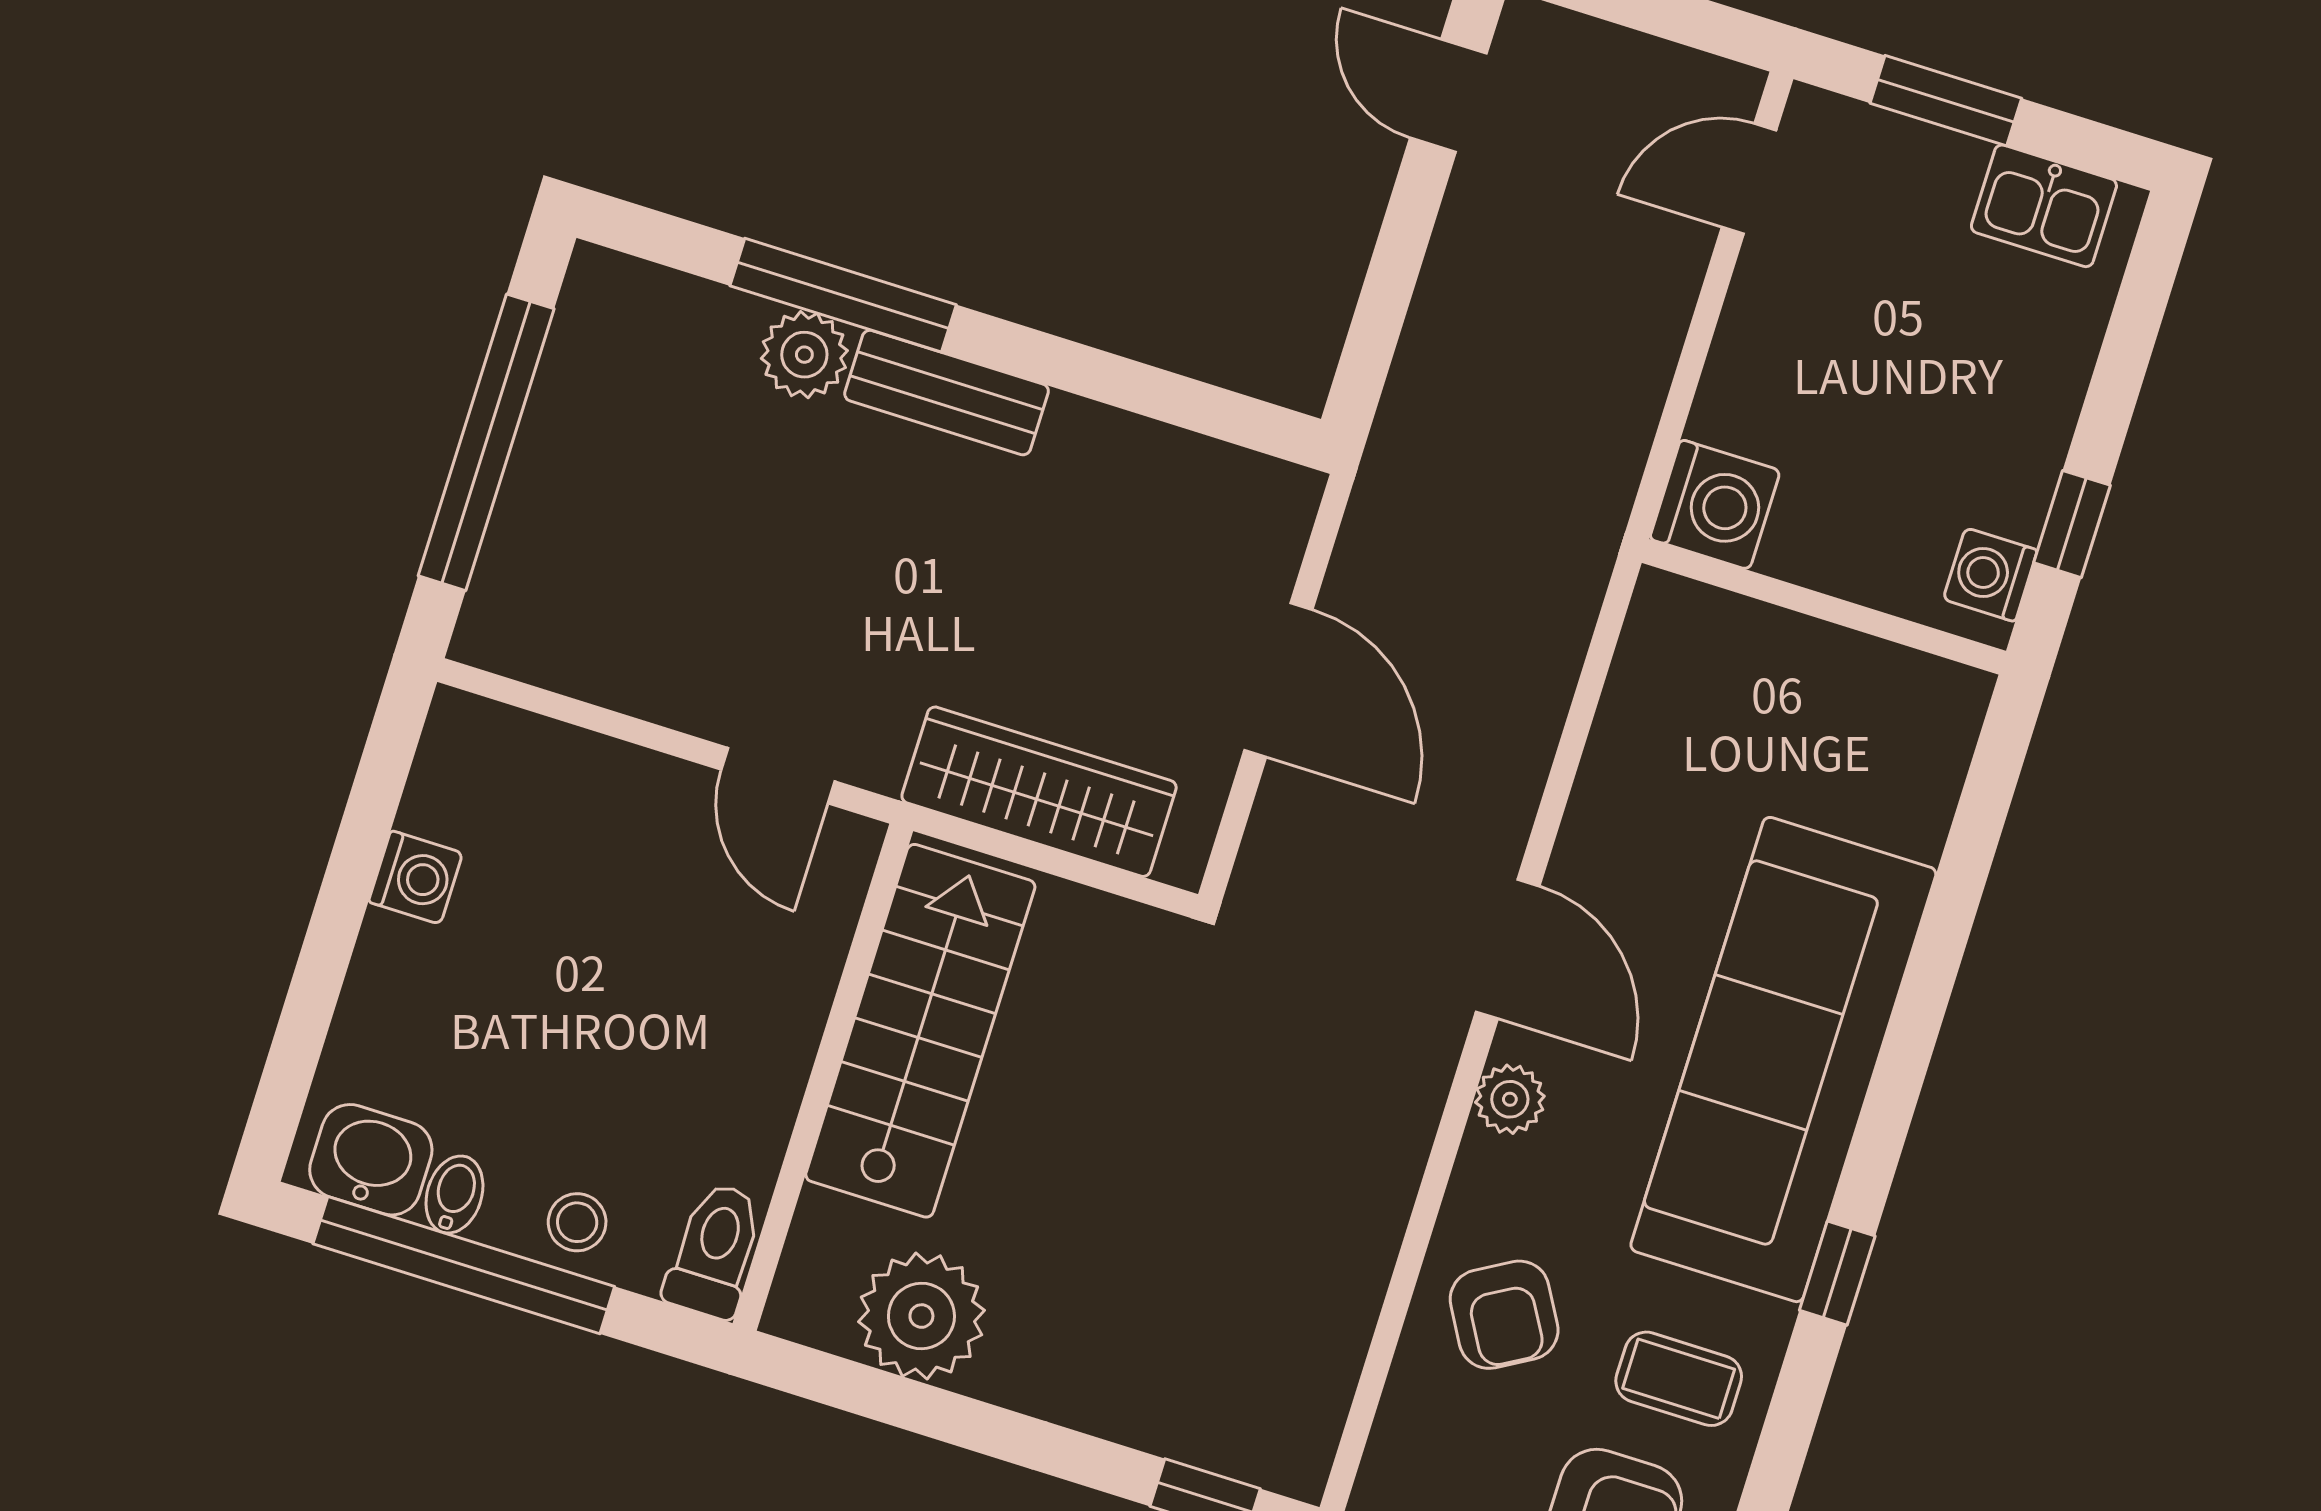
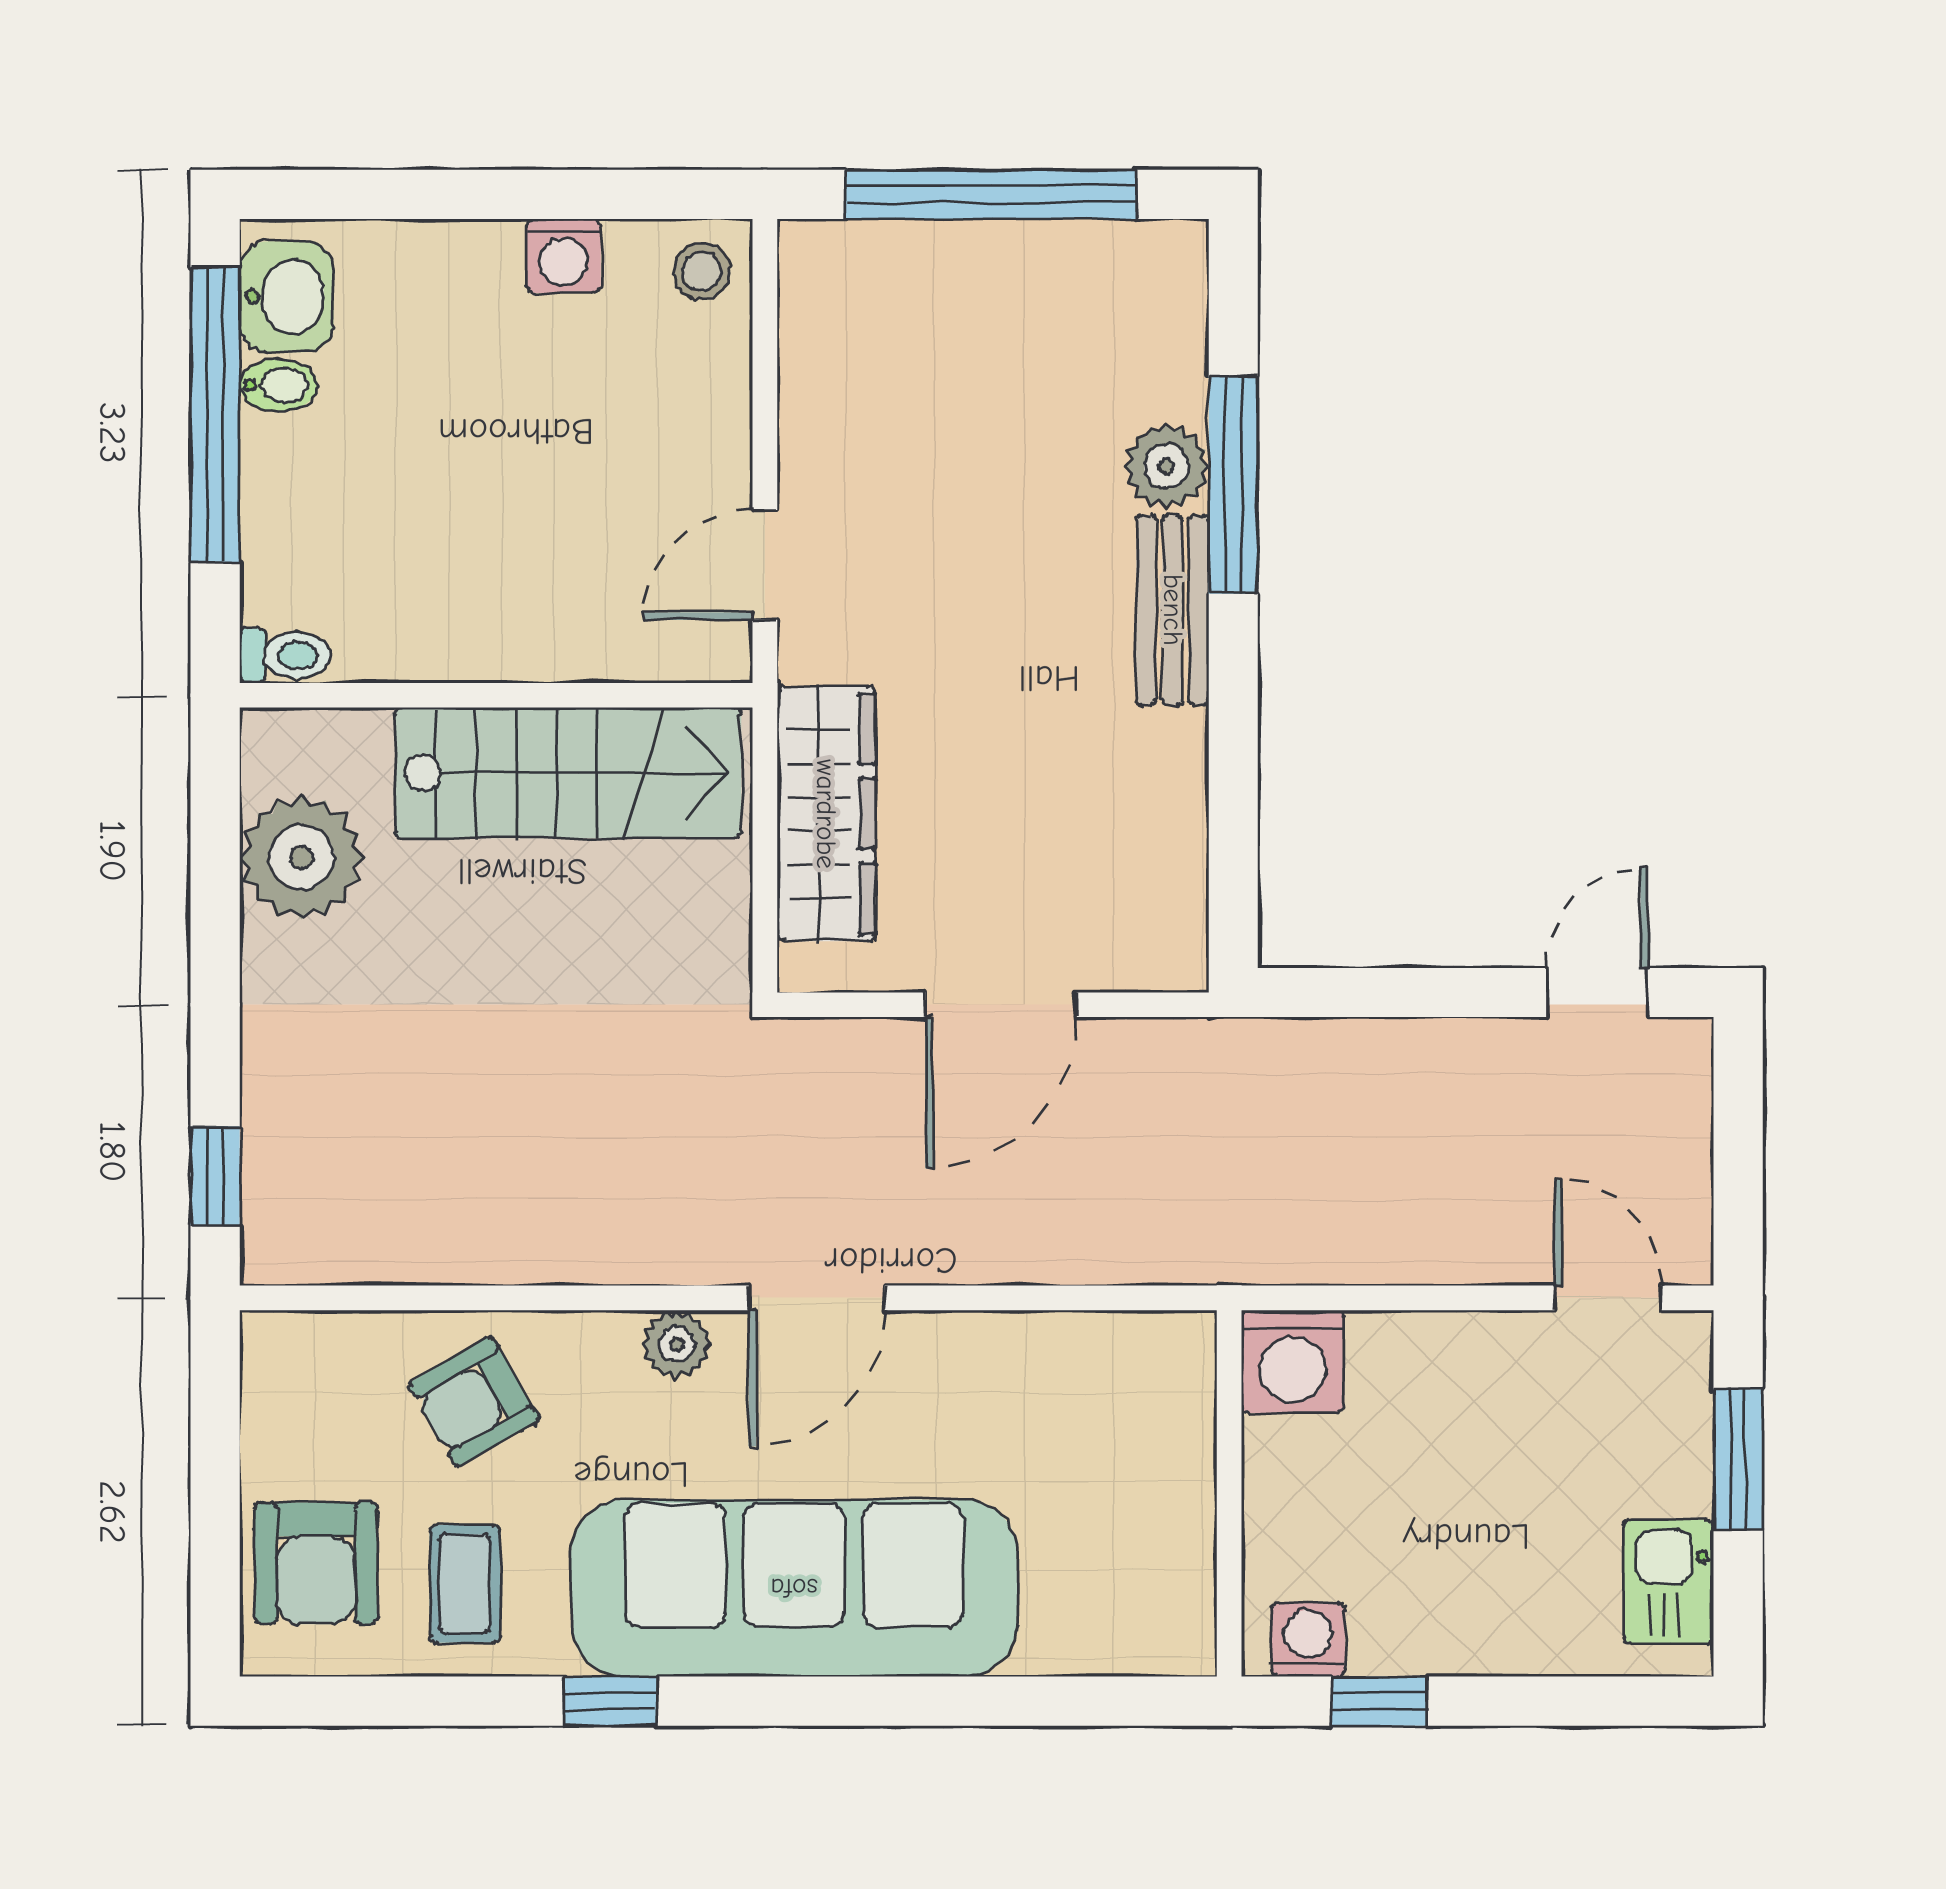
stool: (577, 1222) -> (702, 271), moved
toilet: (715, 1250) -> (285, 655), width x0.73, depth x0.72

